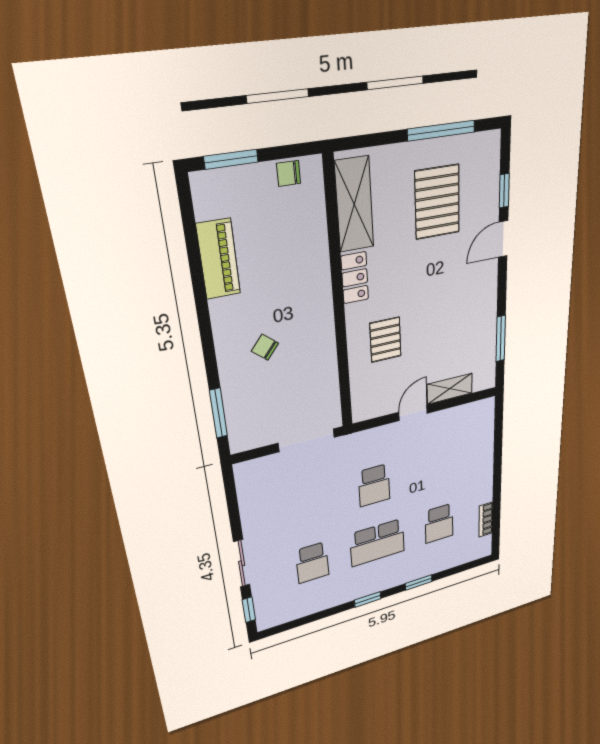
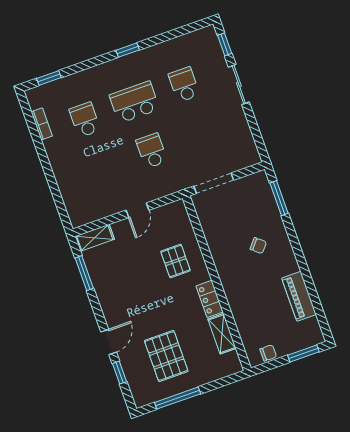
shelving: (354, 205) -> (222, 334), width x0.67, depth x0.75
shelving: (450, 389) -> (95, 238), moved
window: (419, 582) -> (49, 78), moved

